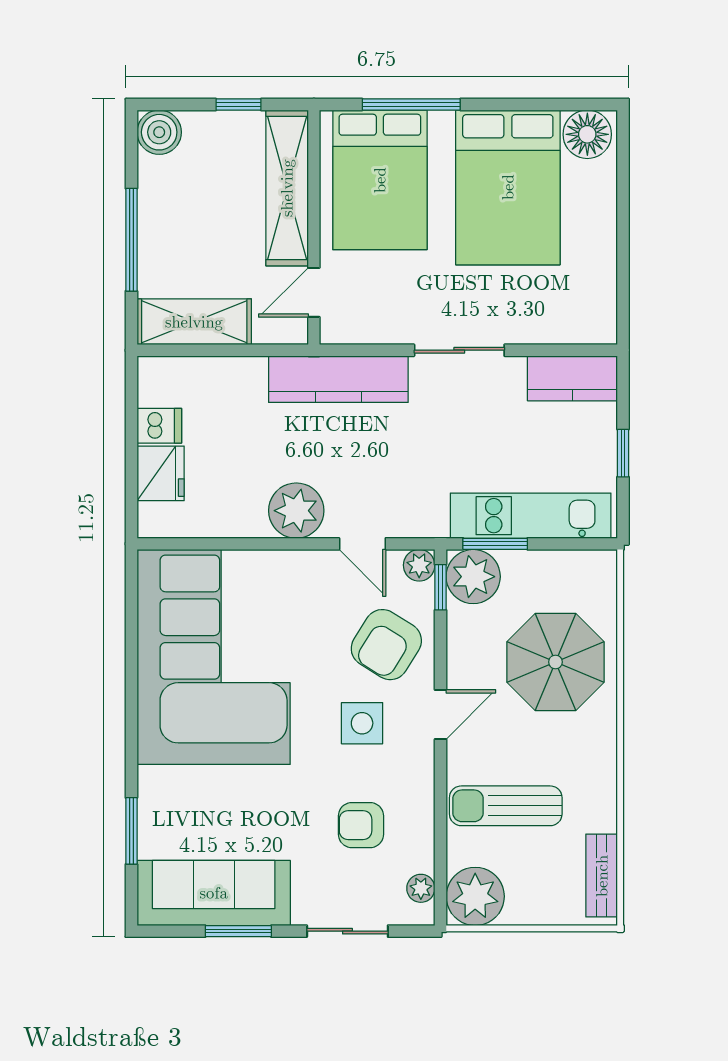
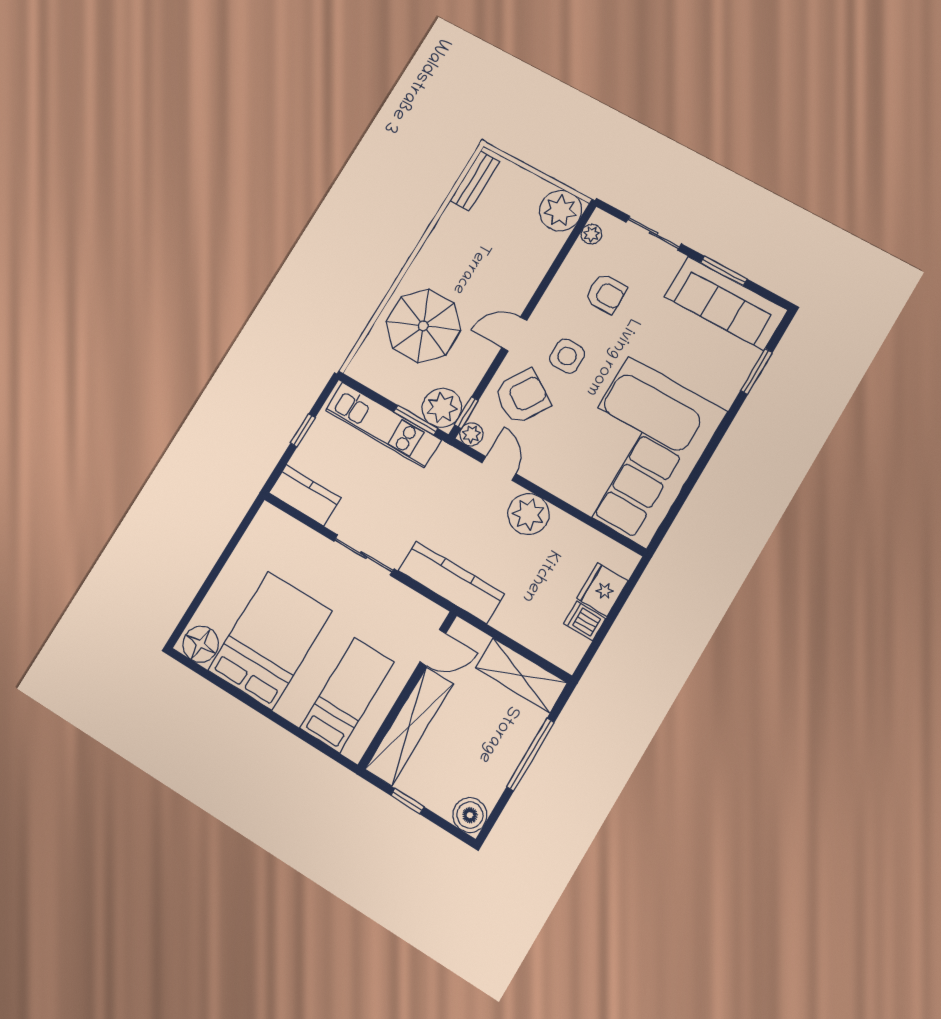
window: (411, 104) -> (298, 732), removed
bed: (380, 180) -> (347, 695), width x0.67
sun lounger: (506, 806) -> (508, 255), removed

